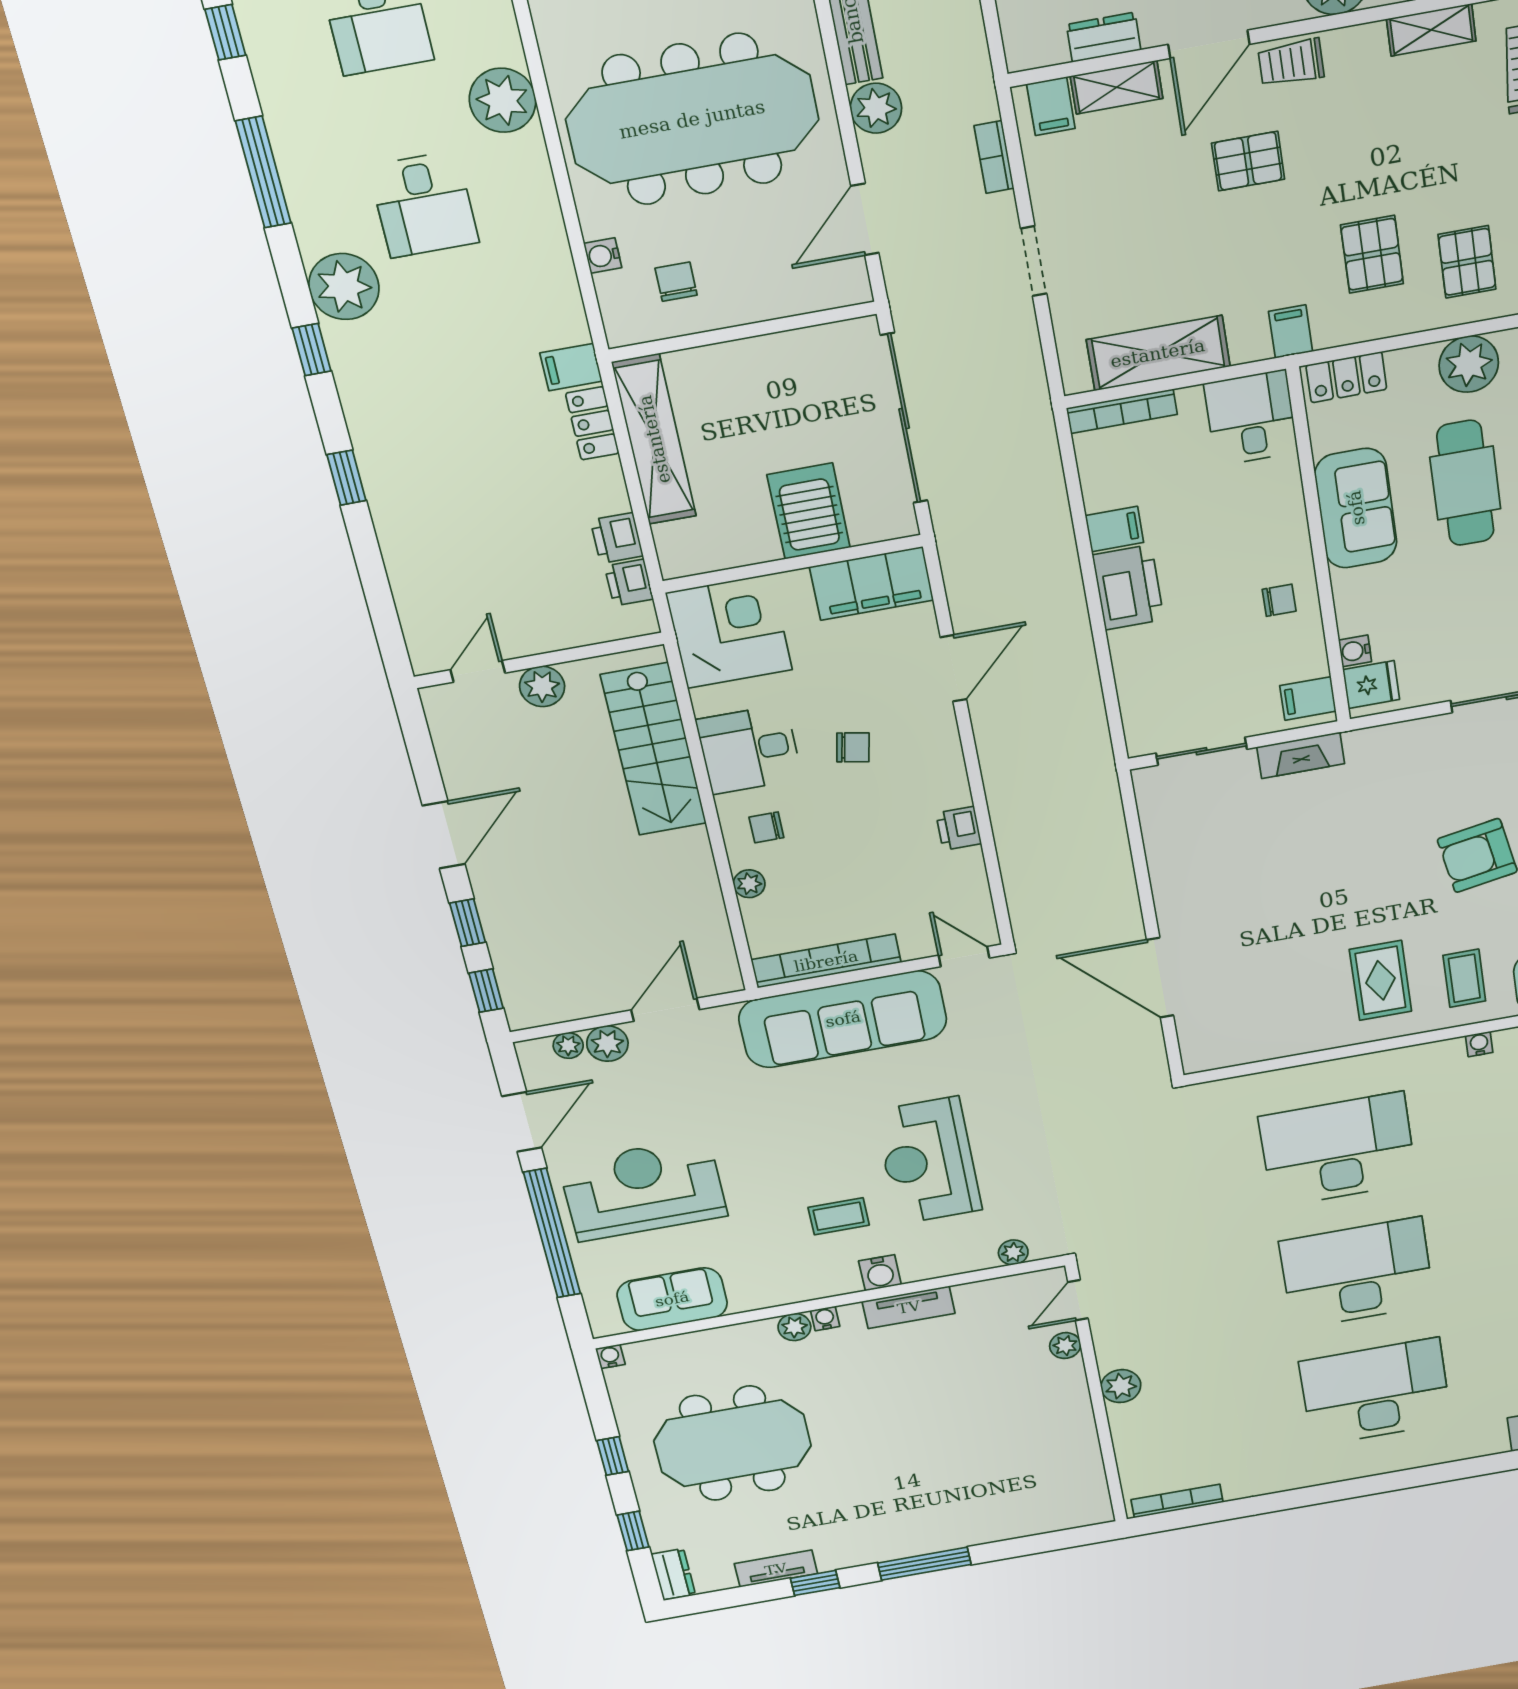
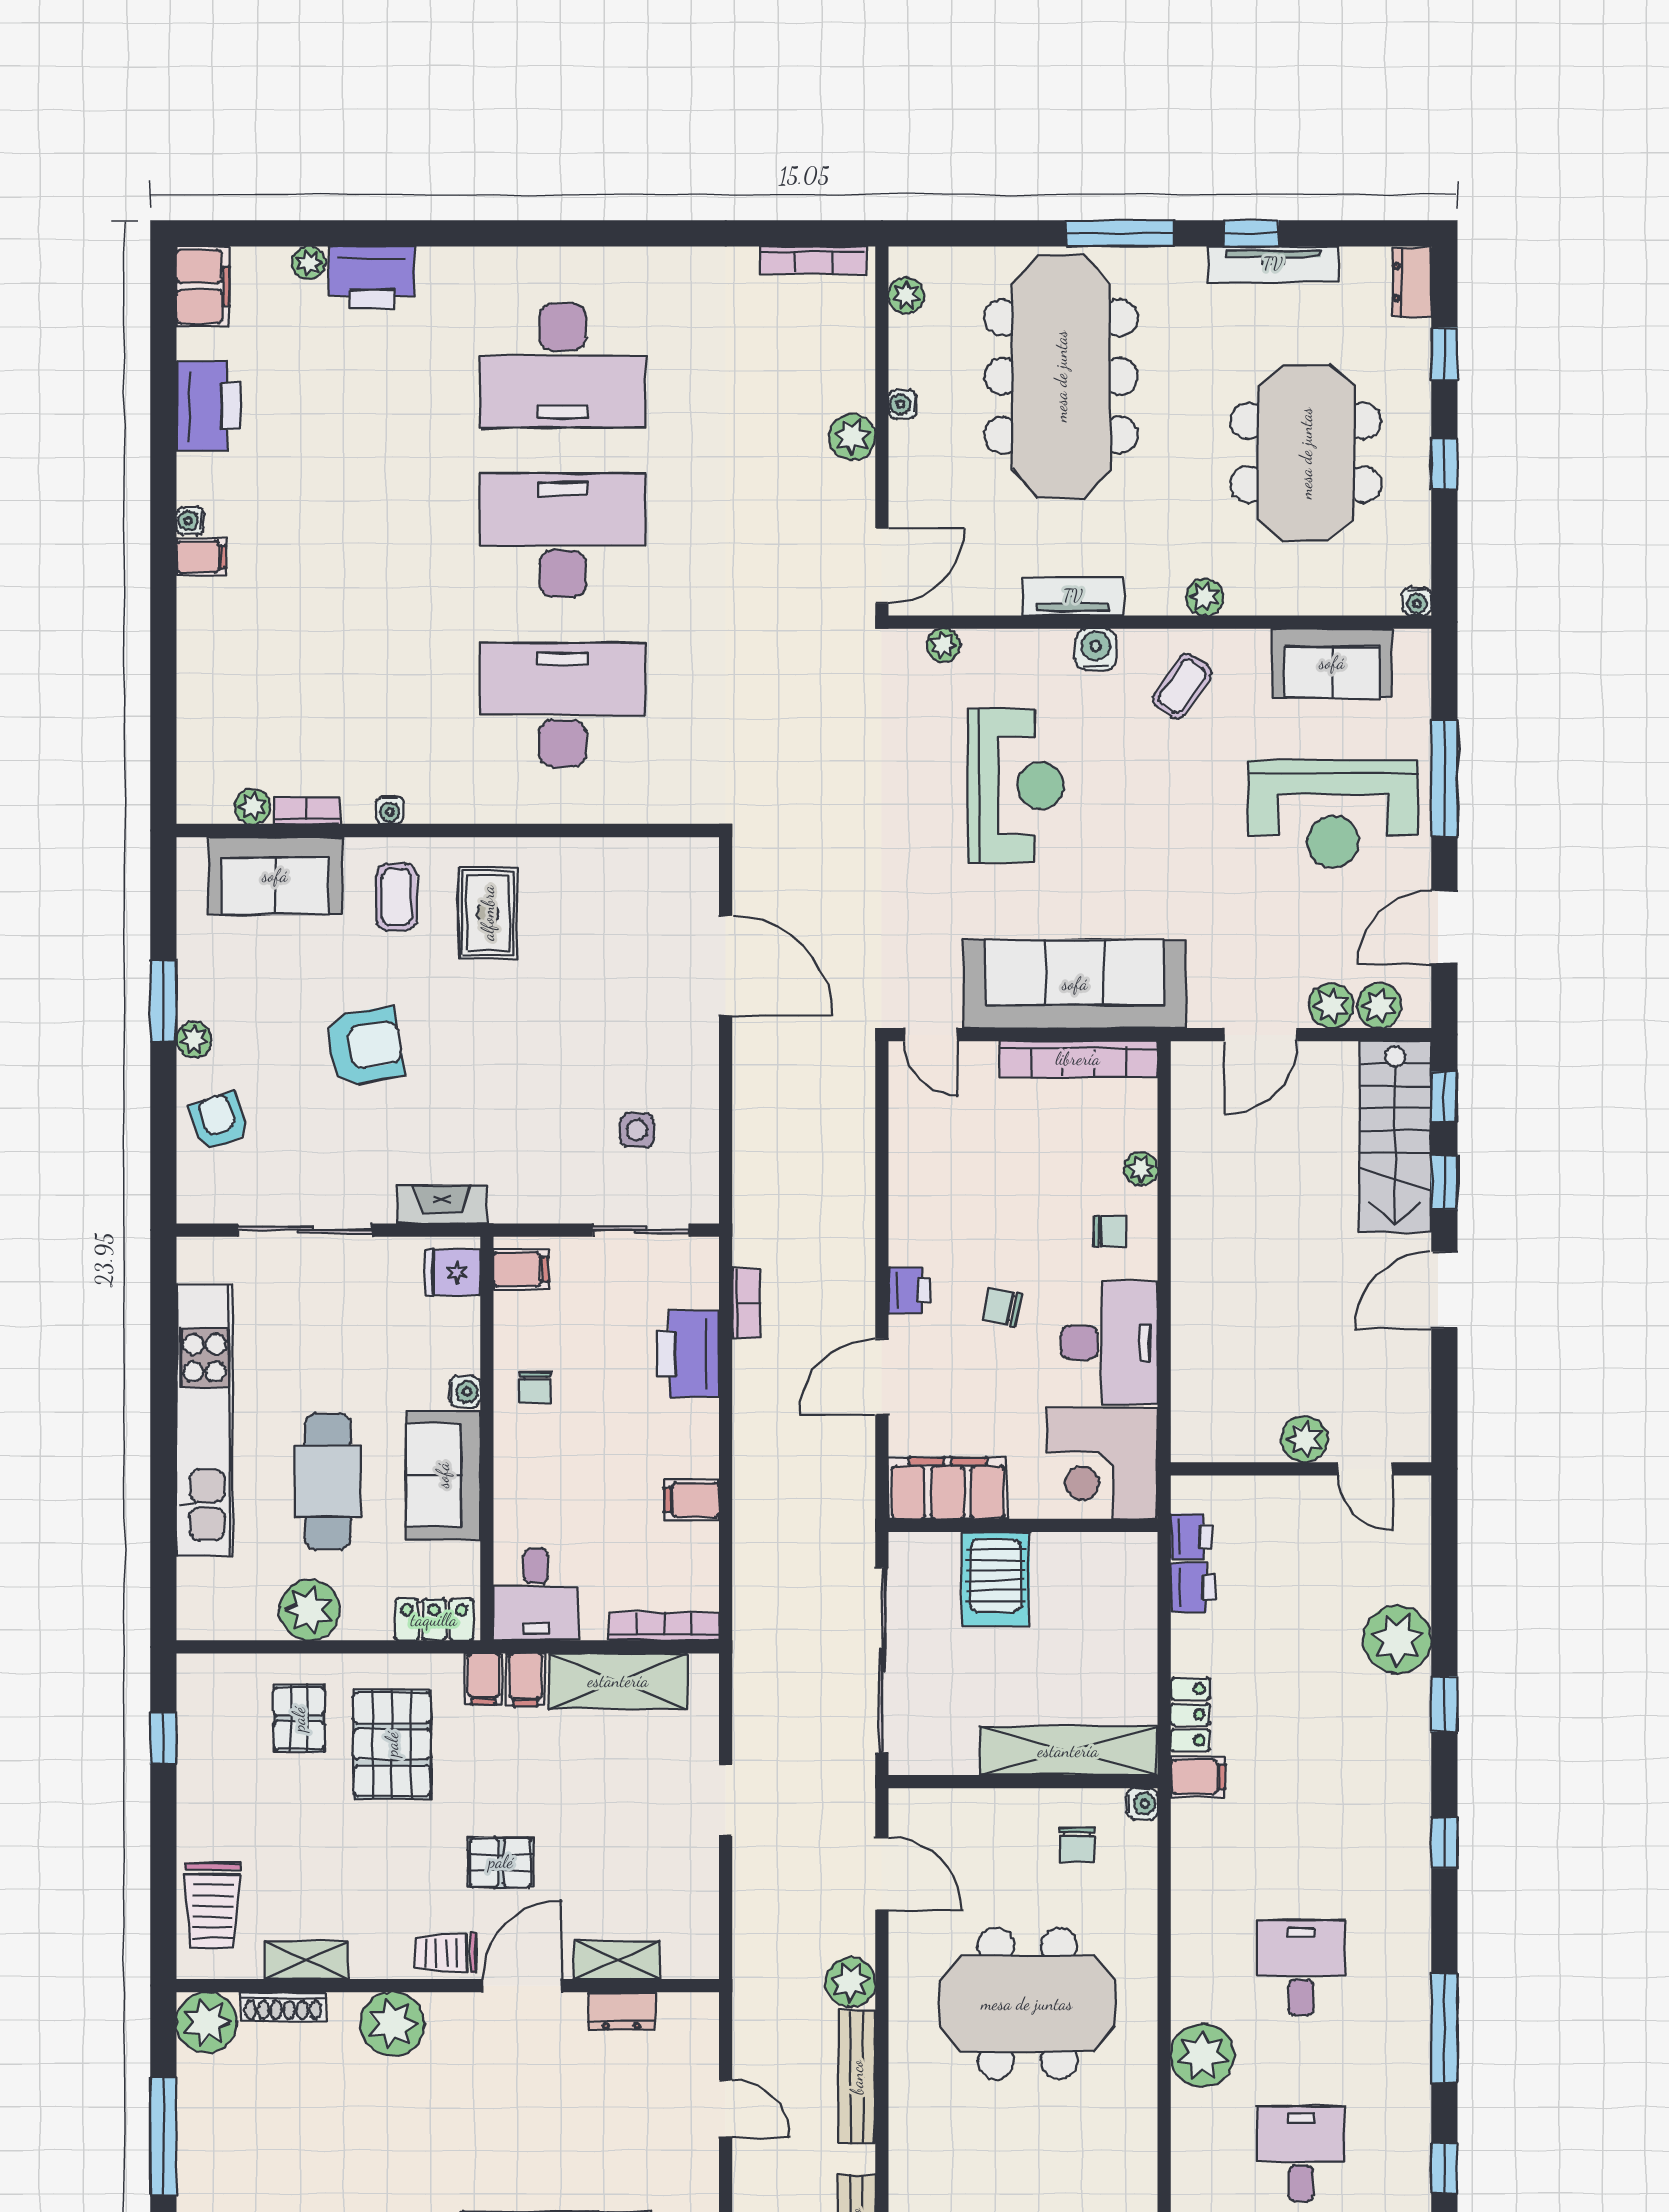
trolley: (1291, 63) -> (446, 1953), turned 180
filing cabinet: (1051, 106) -> (526, 1680), moved, turned 180
meeting table: (692, 119) -> (1027, 2004), width x0.73
bookcase: (994, 157) -> (746, 1304), moved
door: (865, 219) -> (882, 1873), hinge flipped
pallet: (1372, 254) -> (392, 1744), width x1.50, depth x1.42
water cooler: (603, 256) -> (1142, 1804), moved
plant: (344, 287) -> (1397, 1640), moved
shelving: (654, 439) -> (1068, 1751), moved, turned 90
printer: (1128, 587) -> (688, 1354), moved
chair: (1279, 600) -> (535, 1388), turned -90
water cooler: (1355, 651) -> (465, 1392), moved
door: (478, 671) -> (1365, 1469), hinge flipped
stairs: (654, 749) -> (1395, 1137), moved, turned 180
desk: (749, 749) -> (1109, 1343), width x1.37
fireplace: (1301, 755) -> (442, 1204), moved
printer: (959, 828) -> (909, 1290), moved
side table: (1218, 832) -> (637, 1130), added
plant: (568, 1045) -> (1379, 1006), width x1.38, depth x1.38
desk: (1338, 1150) -> (563, 705), turned 180
coffee table: (839, 1216) -> (1182, 686), moved, turned -55
window: (552, 1233) -> (1444, 778), width x0.68
desk: (1357, 1273) -> (563, 535), turned 180
door: (1078, 1300) -> (882, 566), width x1.38
water cooler: (825, 1318) -> (903, 404), moved, turned 90
plant: (1065, 1346) -> (906, 296), moved
meeting table: (732, 1443) -> (1306, 453), turned 90
meeting table: (952, 1459) -> (1061, 376), added
tv unit: (776, 1569) -> (1273, 264), width x1.41

